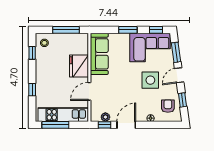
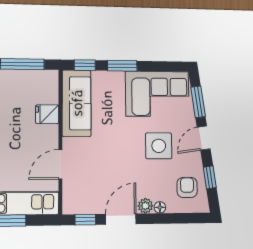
window: (156, 30) -> (85, 65), moved
fridge: (79, 66) -> (47, 114), width x0.53, depth x0.75
plant: (105, 117) -> (145, 206), moved

